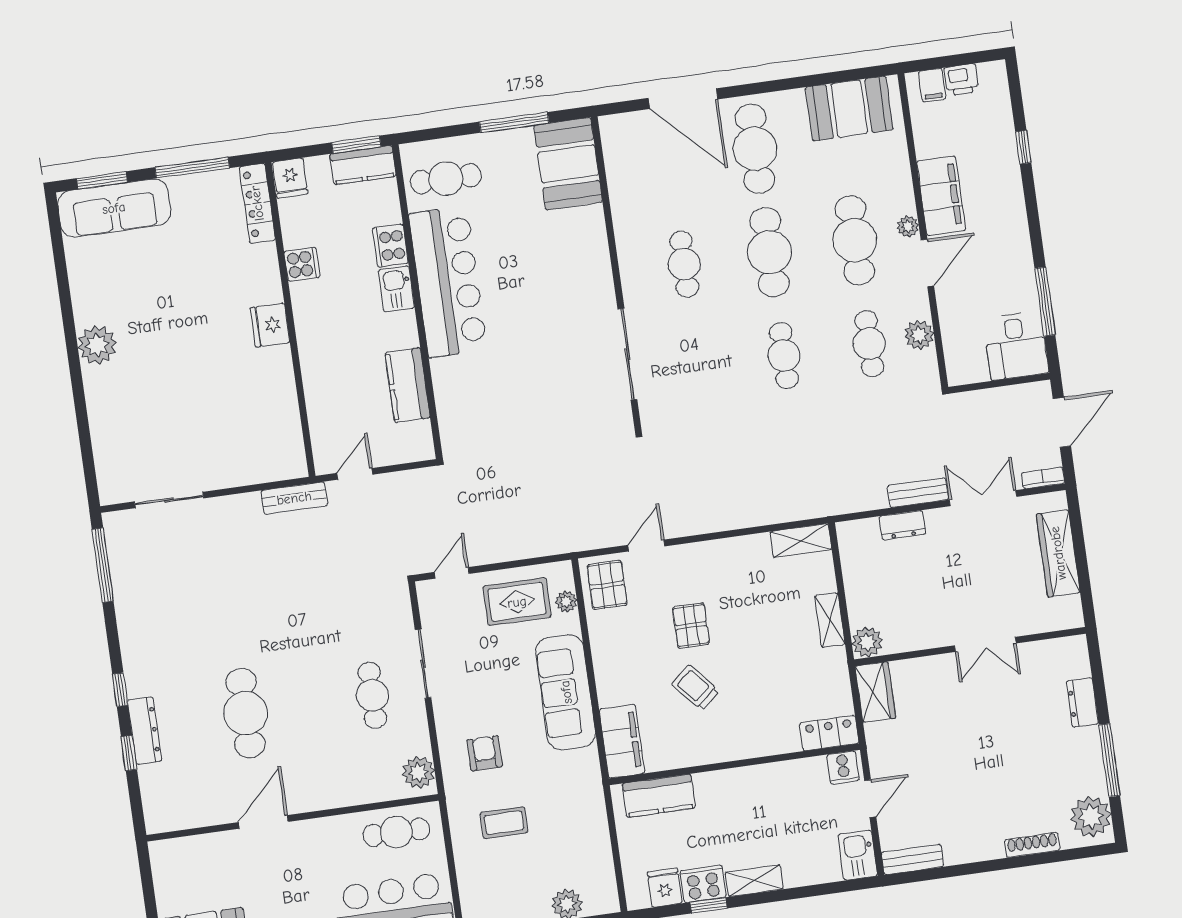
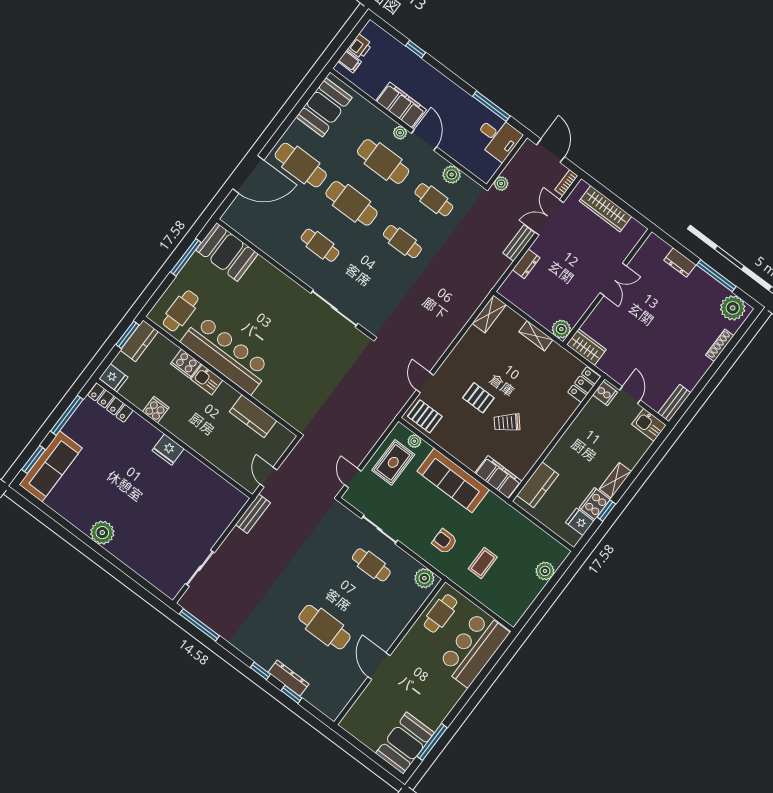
plant: (966, 403) -> (501, 184), added

